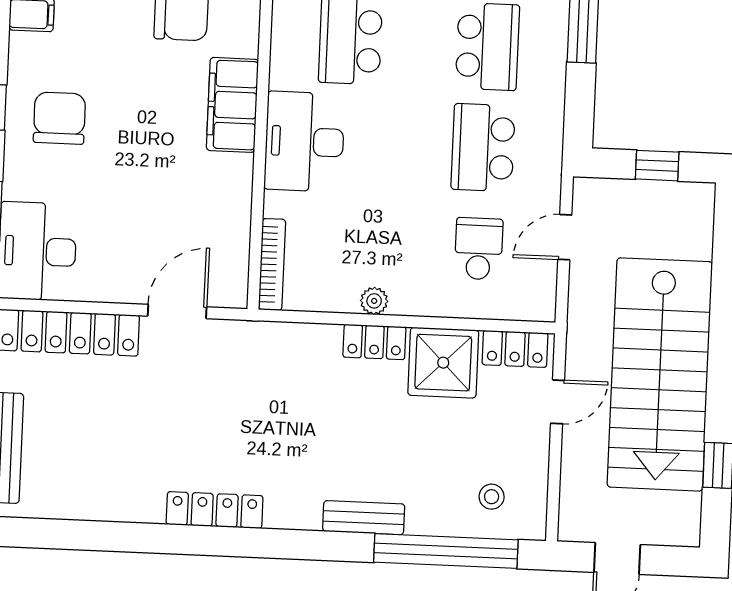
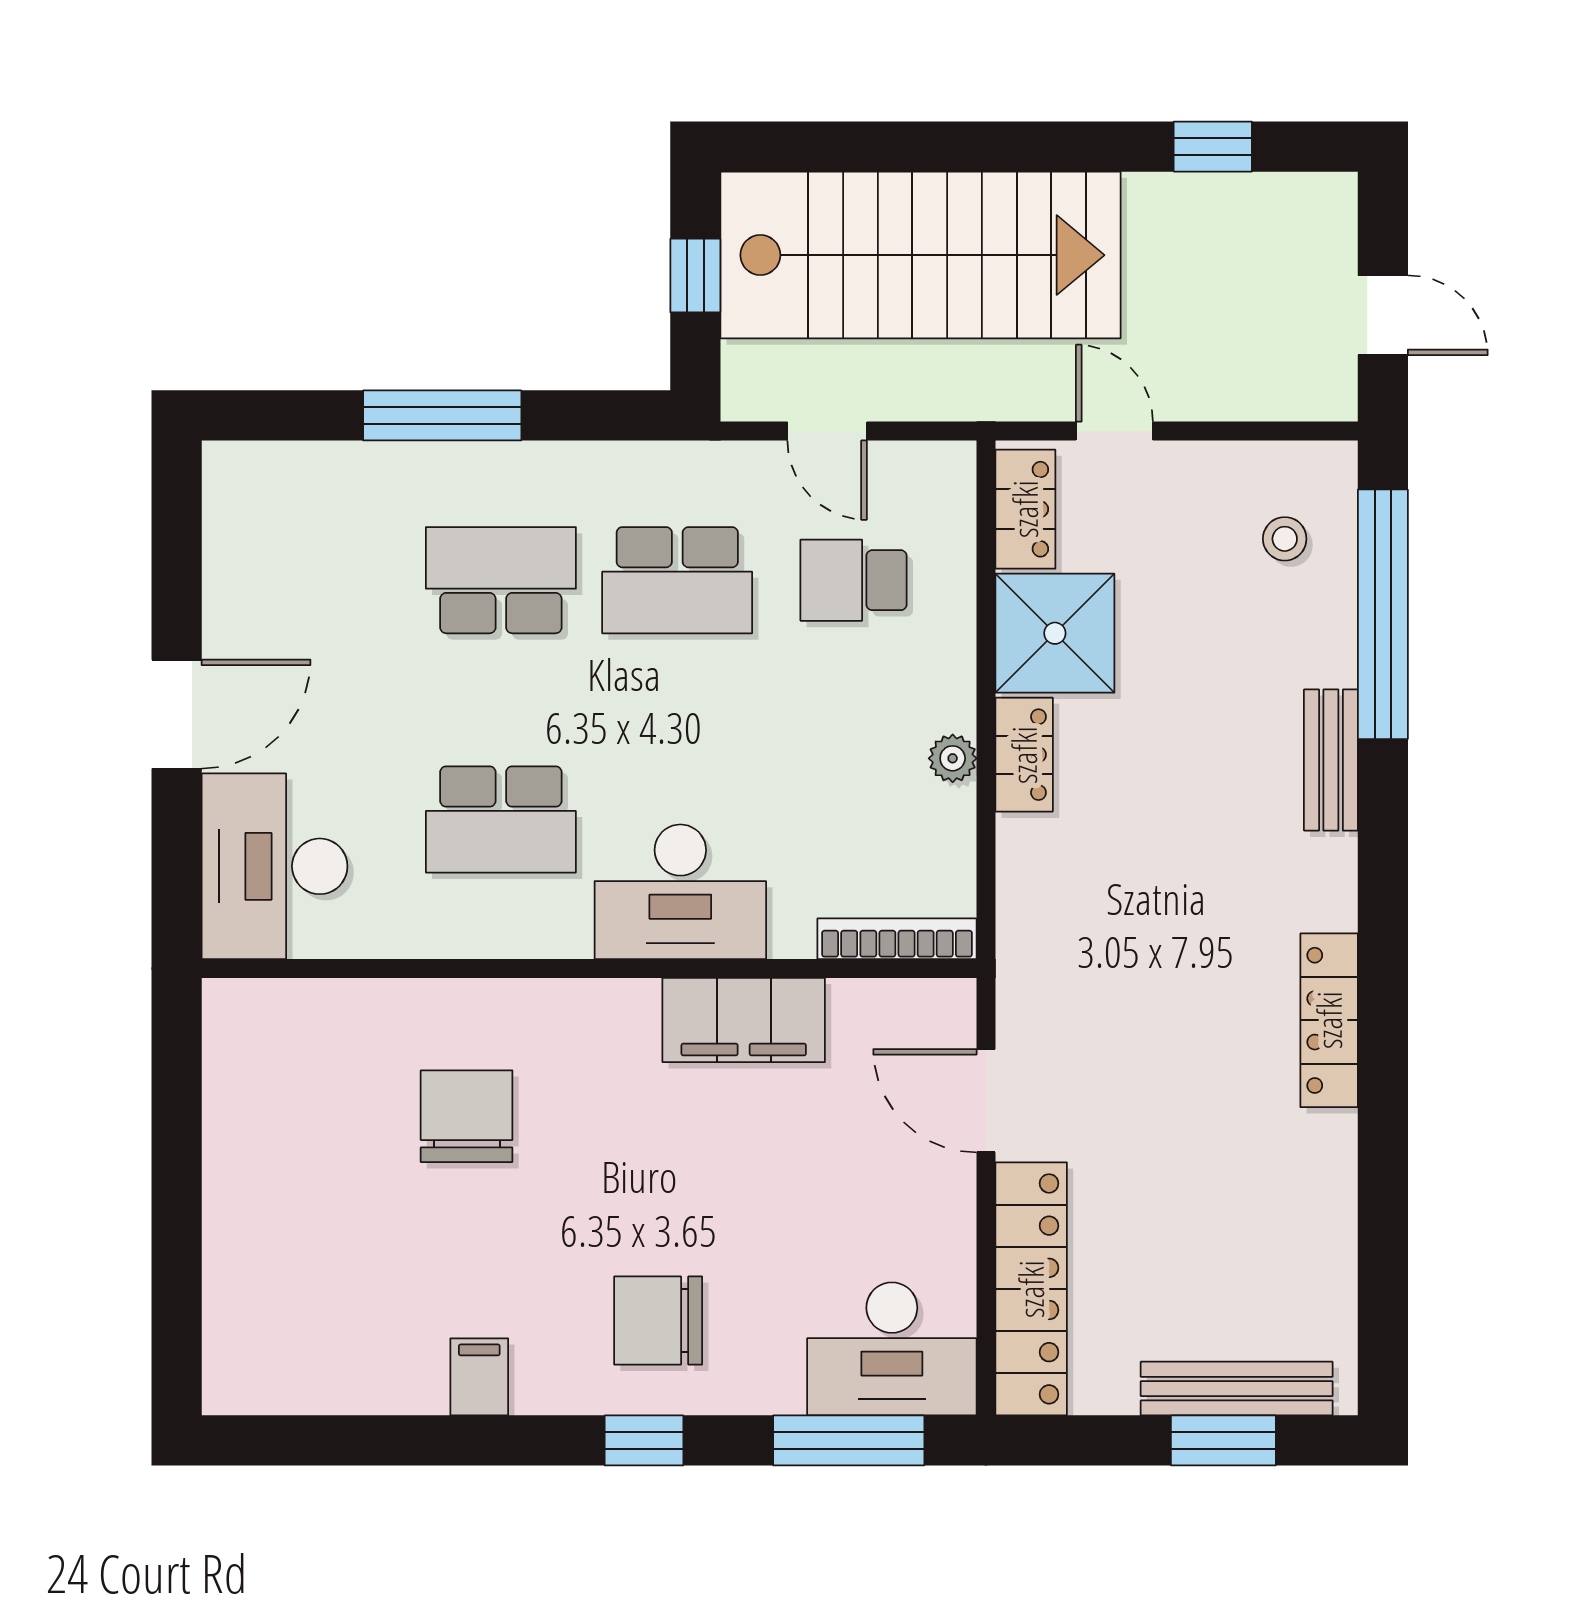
filing cabinet: (232, 105) -> (744, 1020), moved
stairs: (660, 374) -> (920, 255), moved

